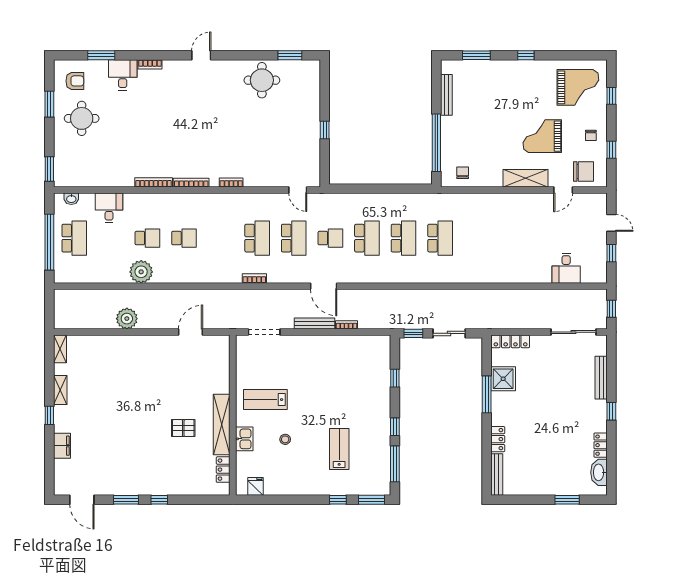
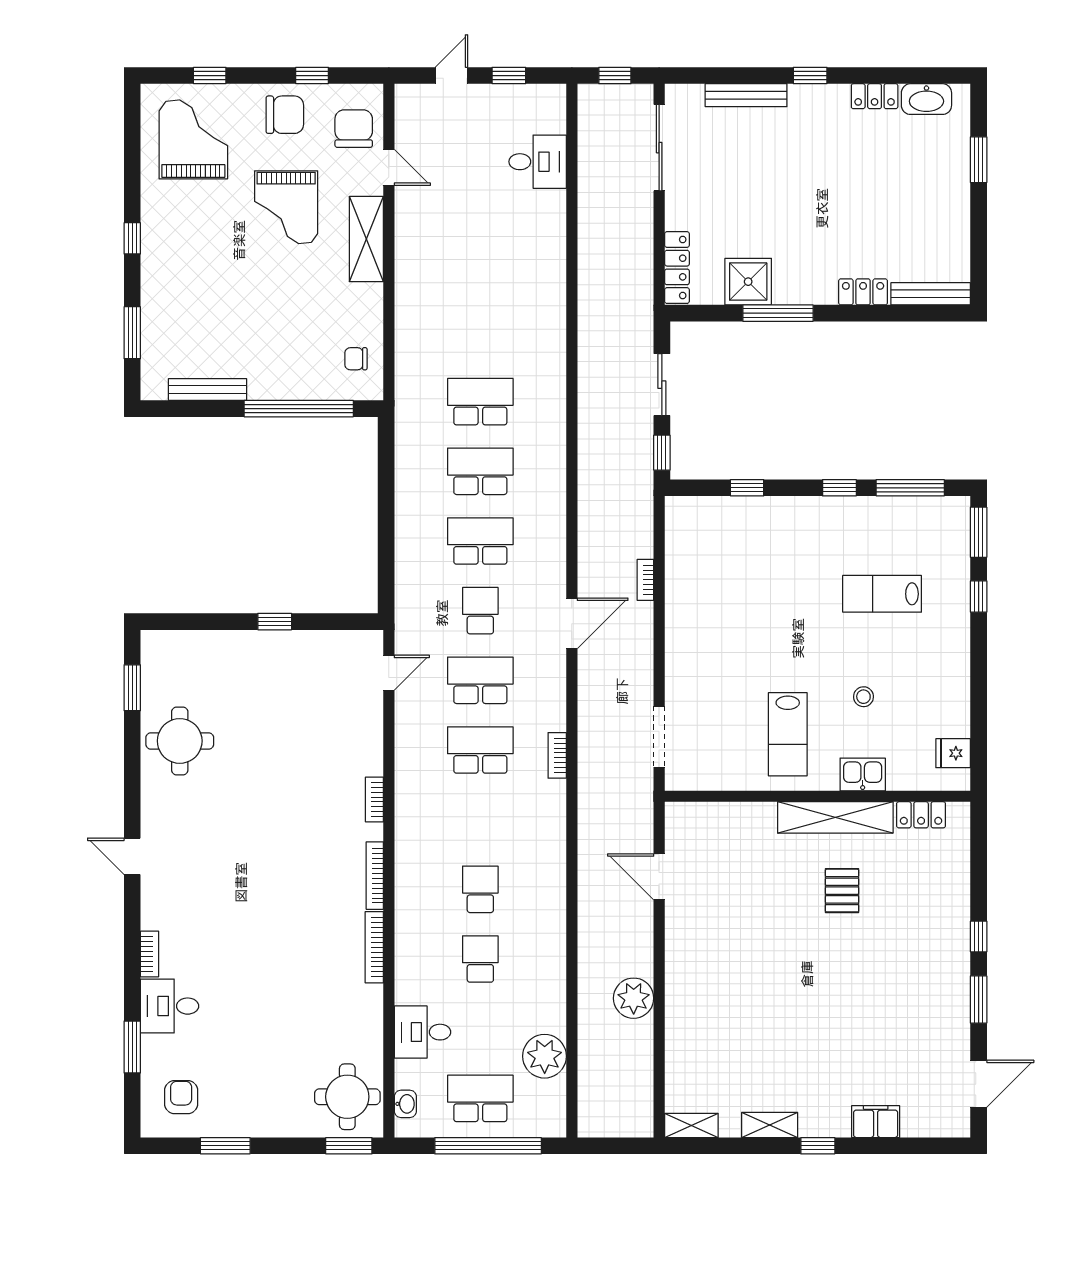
round table: (82, 118) -> (347, 1097), moved
chair: (591, 135) -> (285, 115), width x1.87, depth x1.87
plant: (141, 272) -> (545, 1056), moved
bench: (314, 324) -> (643, 641), removed

